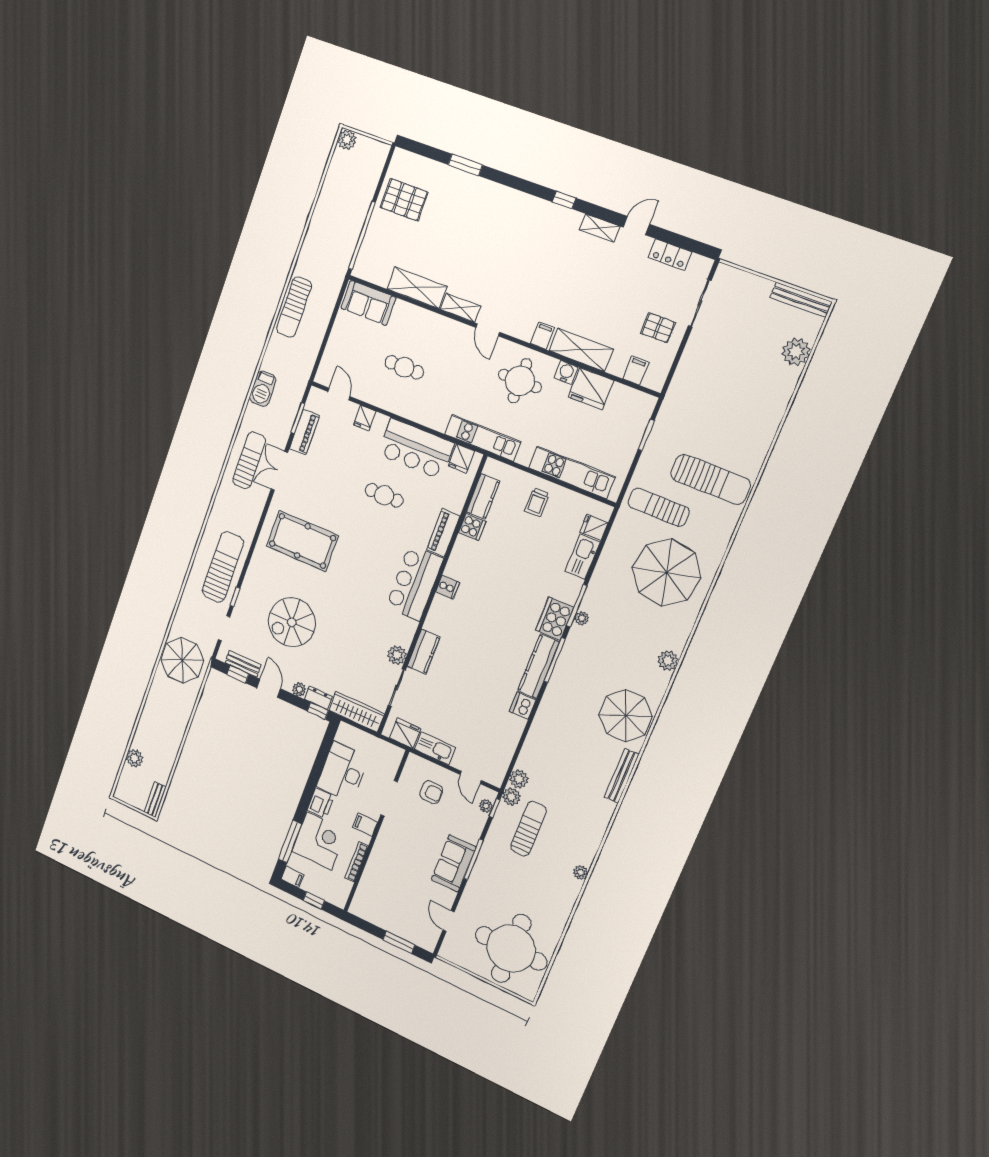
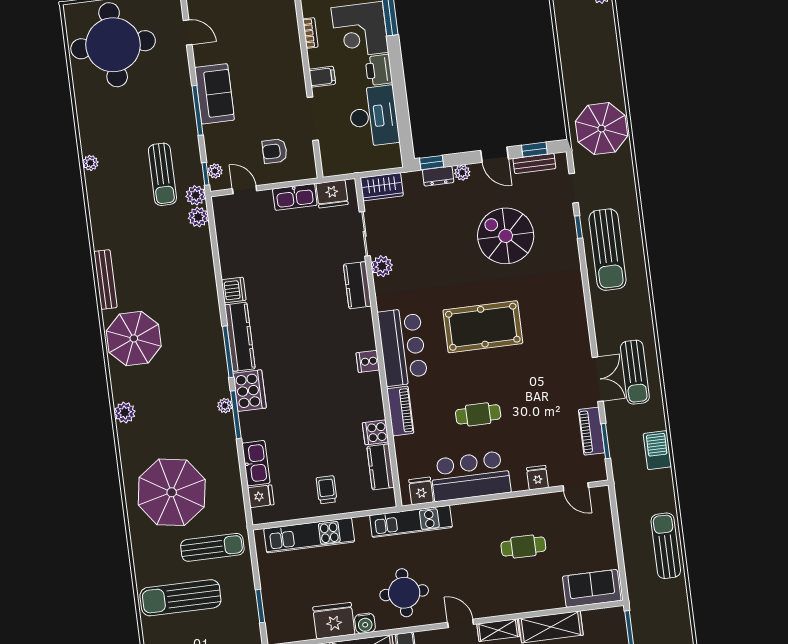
pool table: (302, 541) -> (483, 327), moved
spiral stairs: (292, 622) -> (506, 236), turned -90
wardrobe: (357, 712) -> (382, 187), width x0.67
bookcase: (357, 862) -> (310, 33), width x0.64

